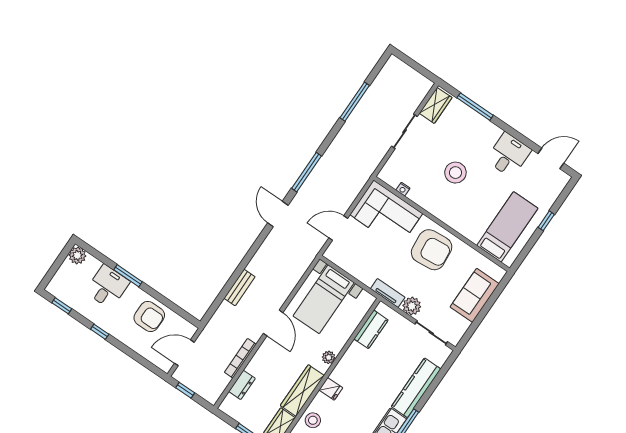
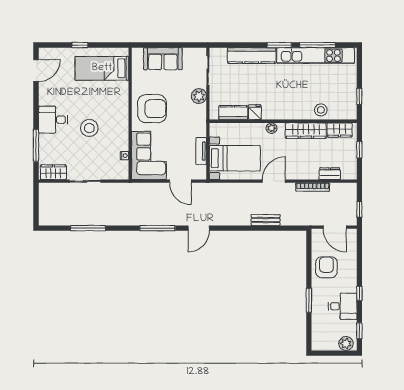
desk: (509, 155) -> (53, 120), moved
door: (551, 158) -> (36, 70), swing flipped
armchair: (432, 250) -> (152, 109), turned 95
plant: (77, 255) -> (346, 343), moved
desk: (107, 287) -> (343, 306), moved, turned 180
tv unit: (388, 293) -> (201, 151), moved
fridge: (331, 389) -> (255, 112), moved

